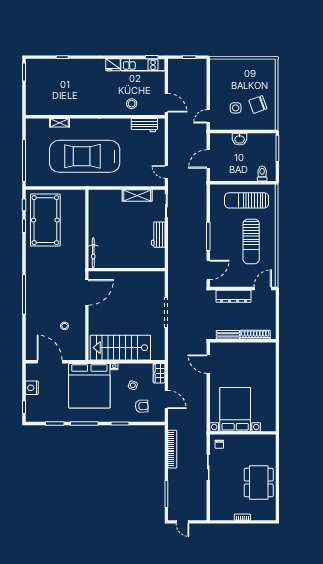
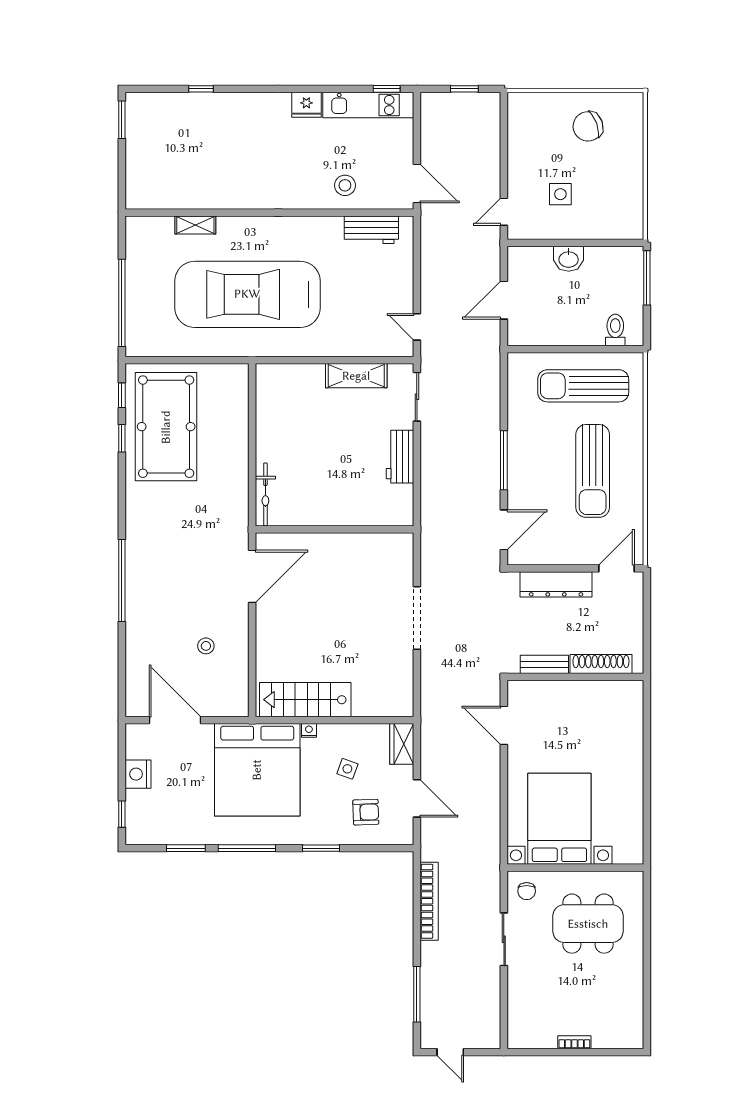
chair: (258, 105) -> (588, 126), moved
stairs: (120, 348) -> (305, 700), width x0.73, depth x0.66
dining table: (259, 483) -> (588, 924), moved, turned 90

